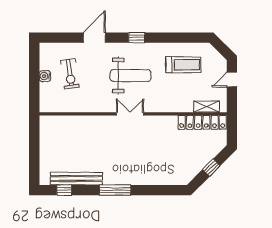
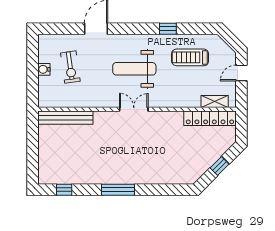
window: (137, 38) -> (168, 29), moved
treadmill: (183, 65) -> (190, 57), turned 180
weight bench: (131, 76) -> (134, 69), turned 180
bench: (76, 179) -> (65, 118), moved

